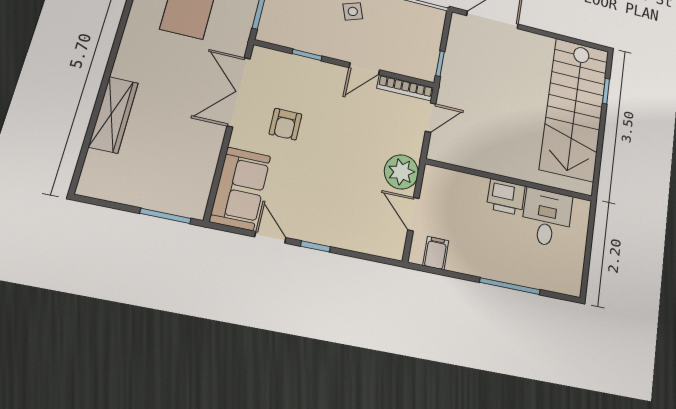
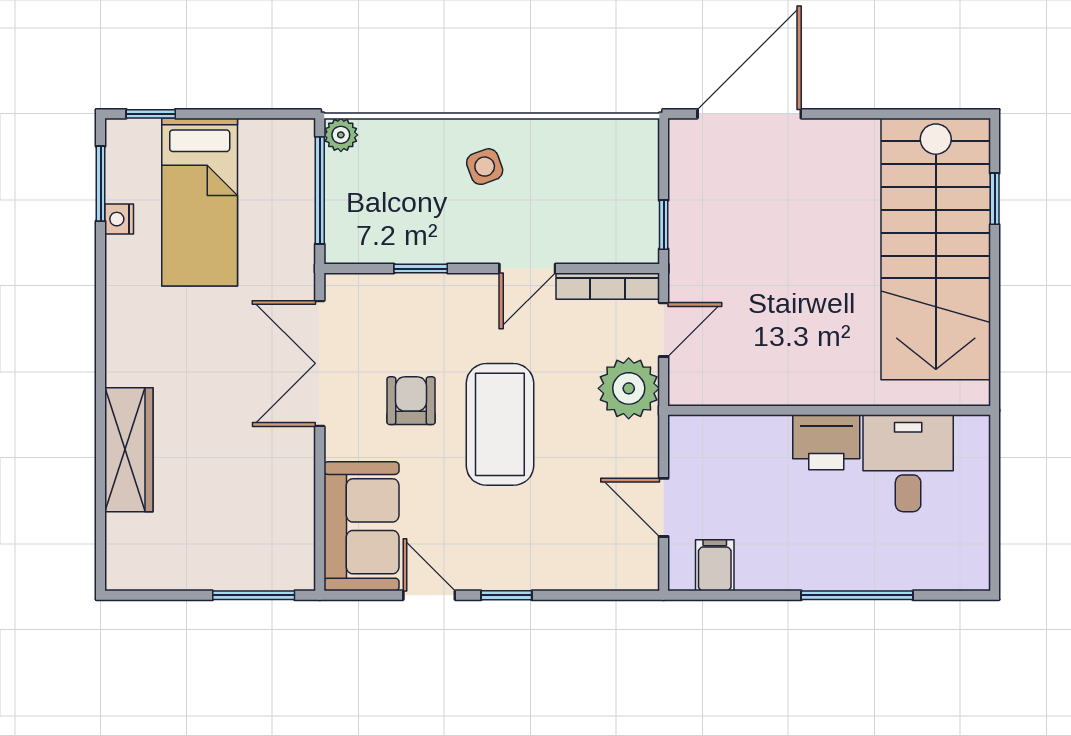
armchair: (285, 124) -> (411, 401), turned 180
coffee table: (332, 148) -> (500, 424), added
plant: (401, 172) -> (629, 388), moved

